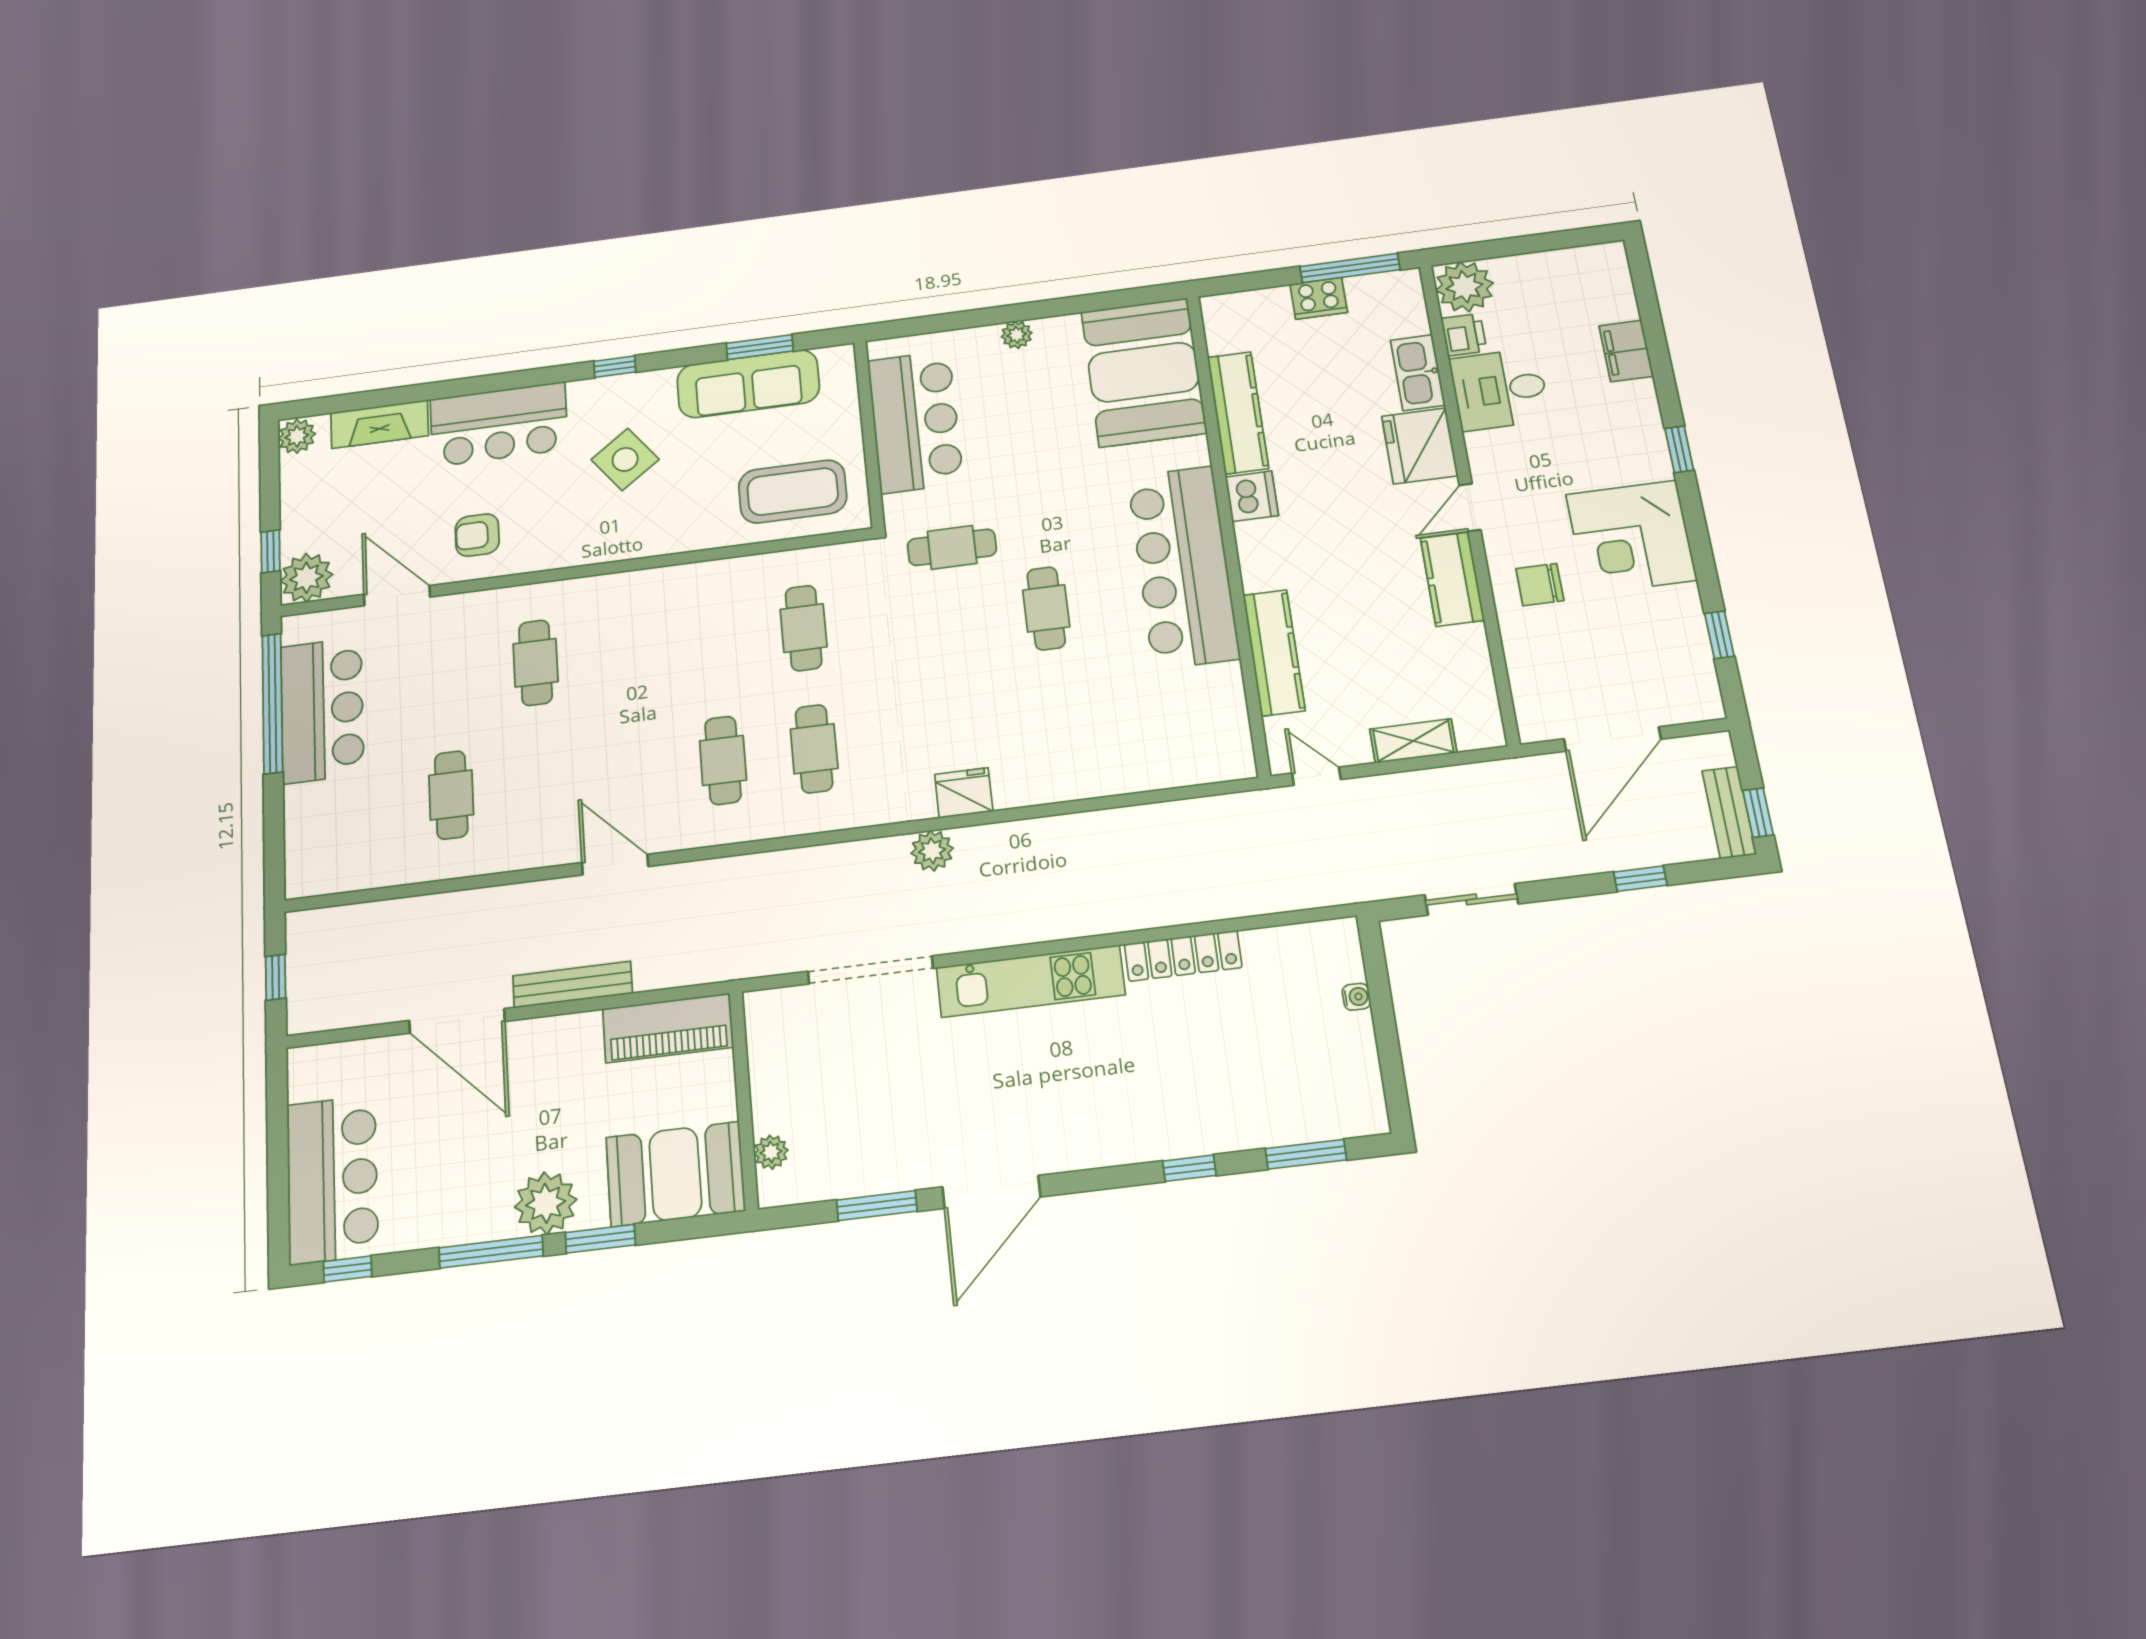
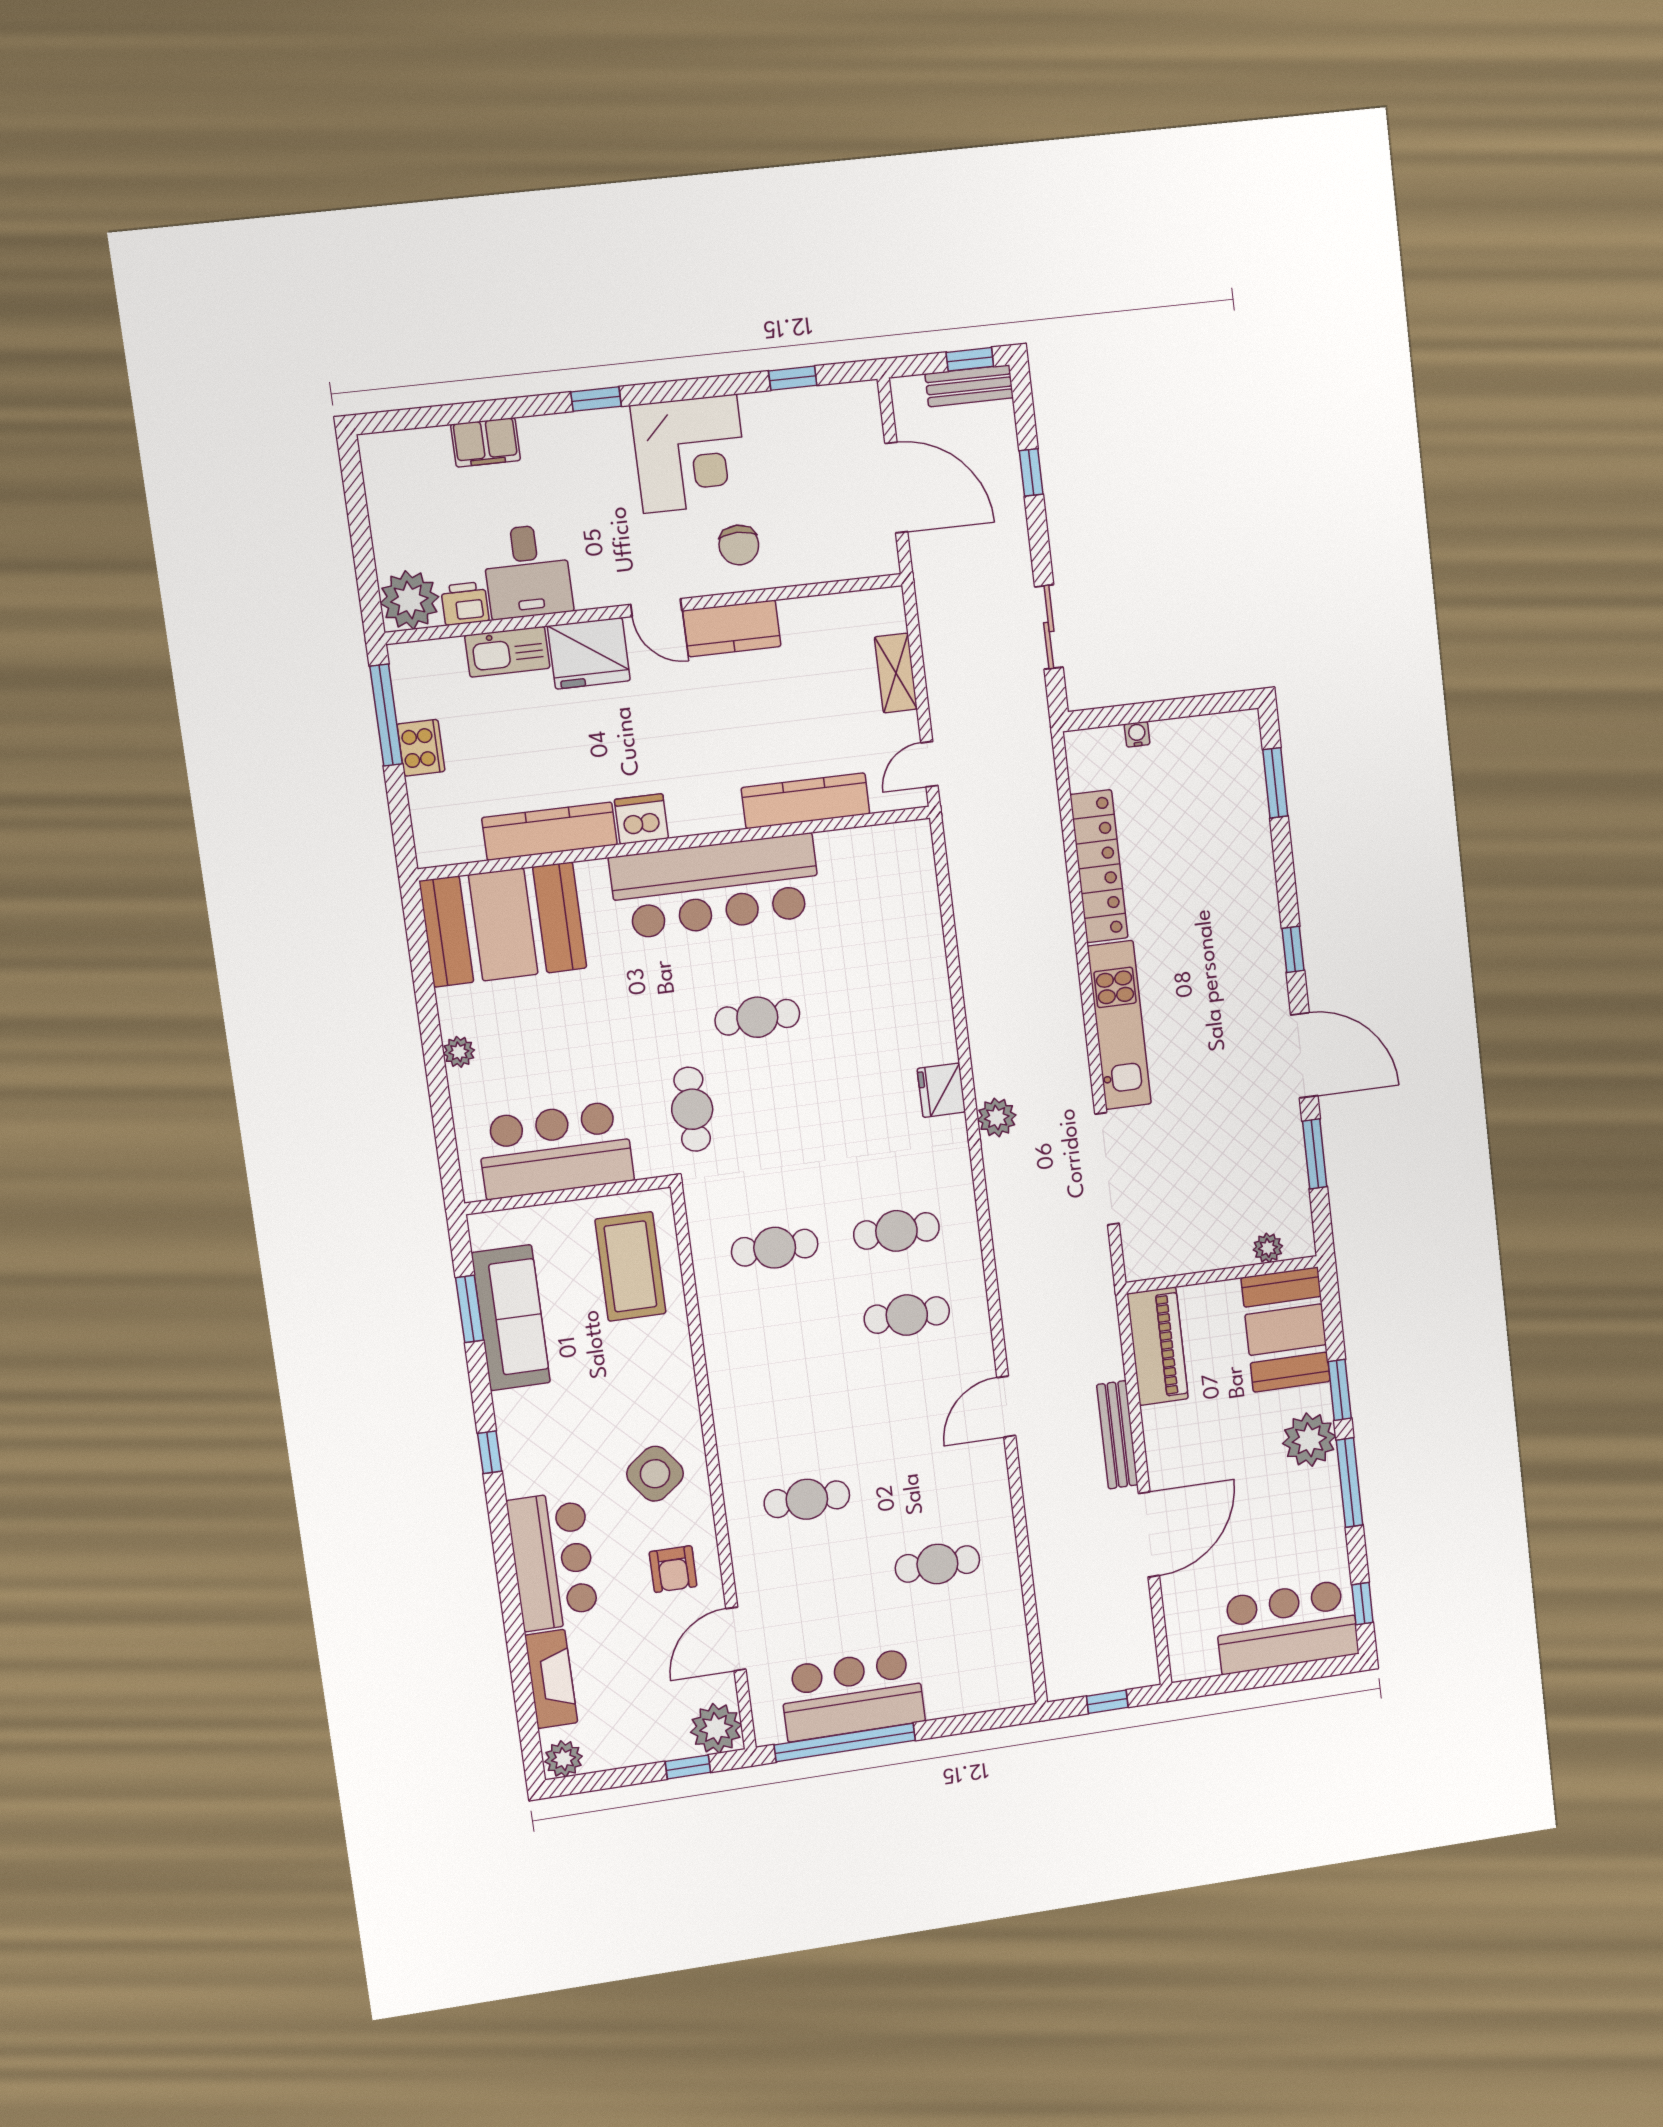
side table: (625, 459) -> (655, 1474), moved
locker: (1183, 956) -> (1099, 866), width x1.41, depth x1.21
window: (1189, 1168) -> (1293, 949), moved

